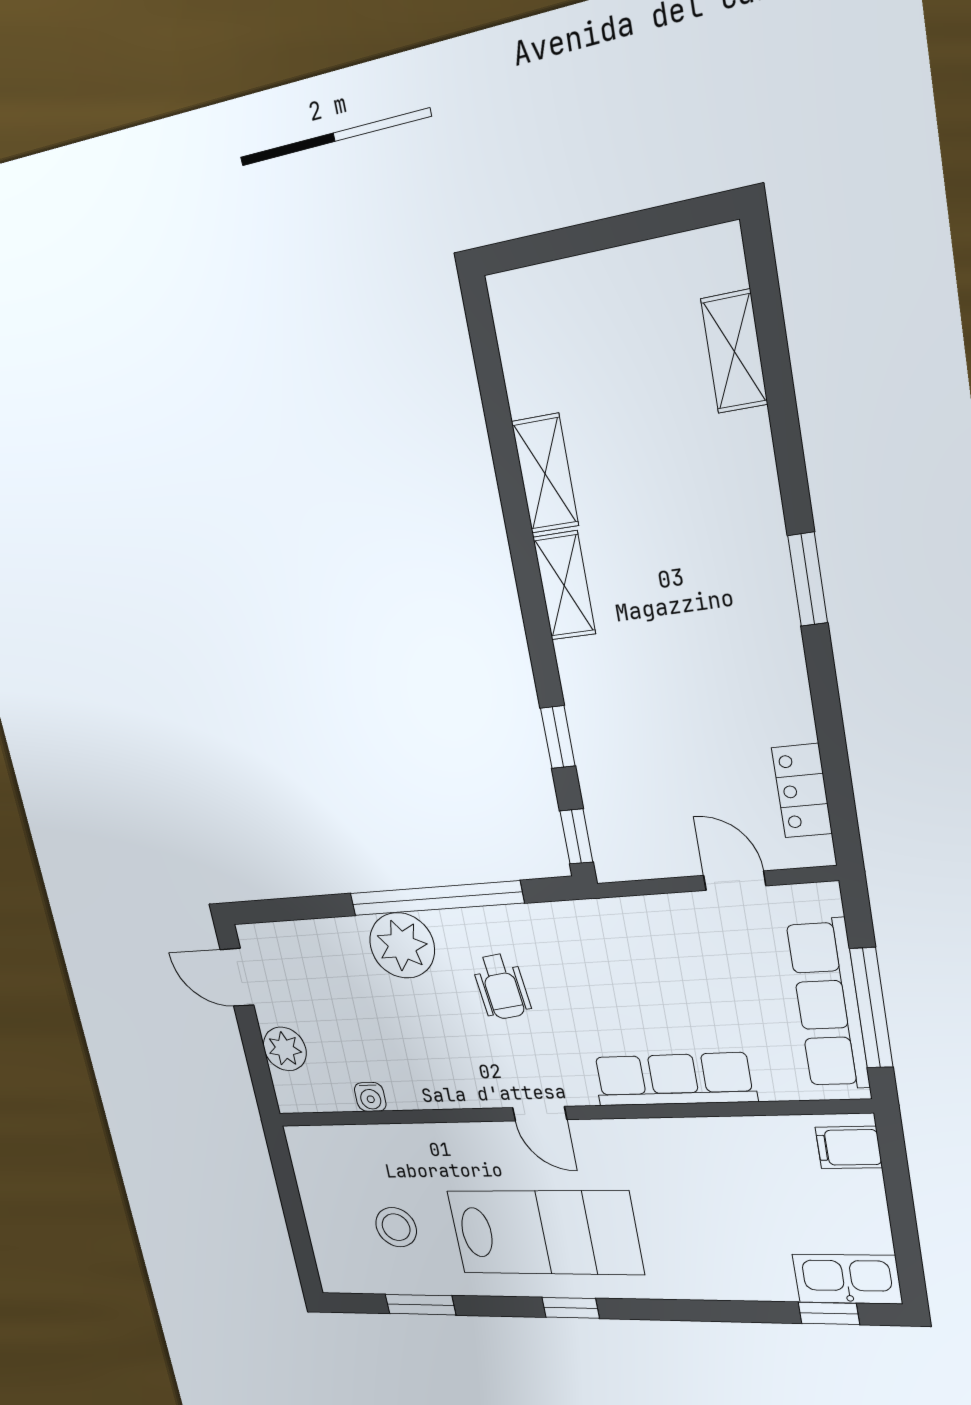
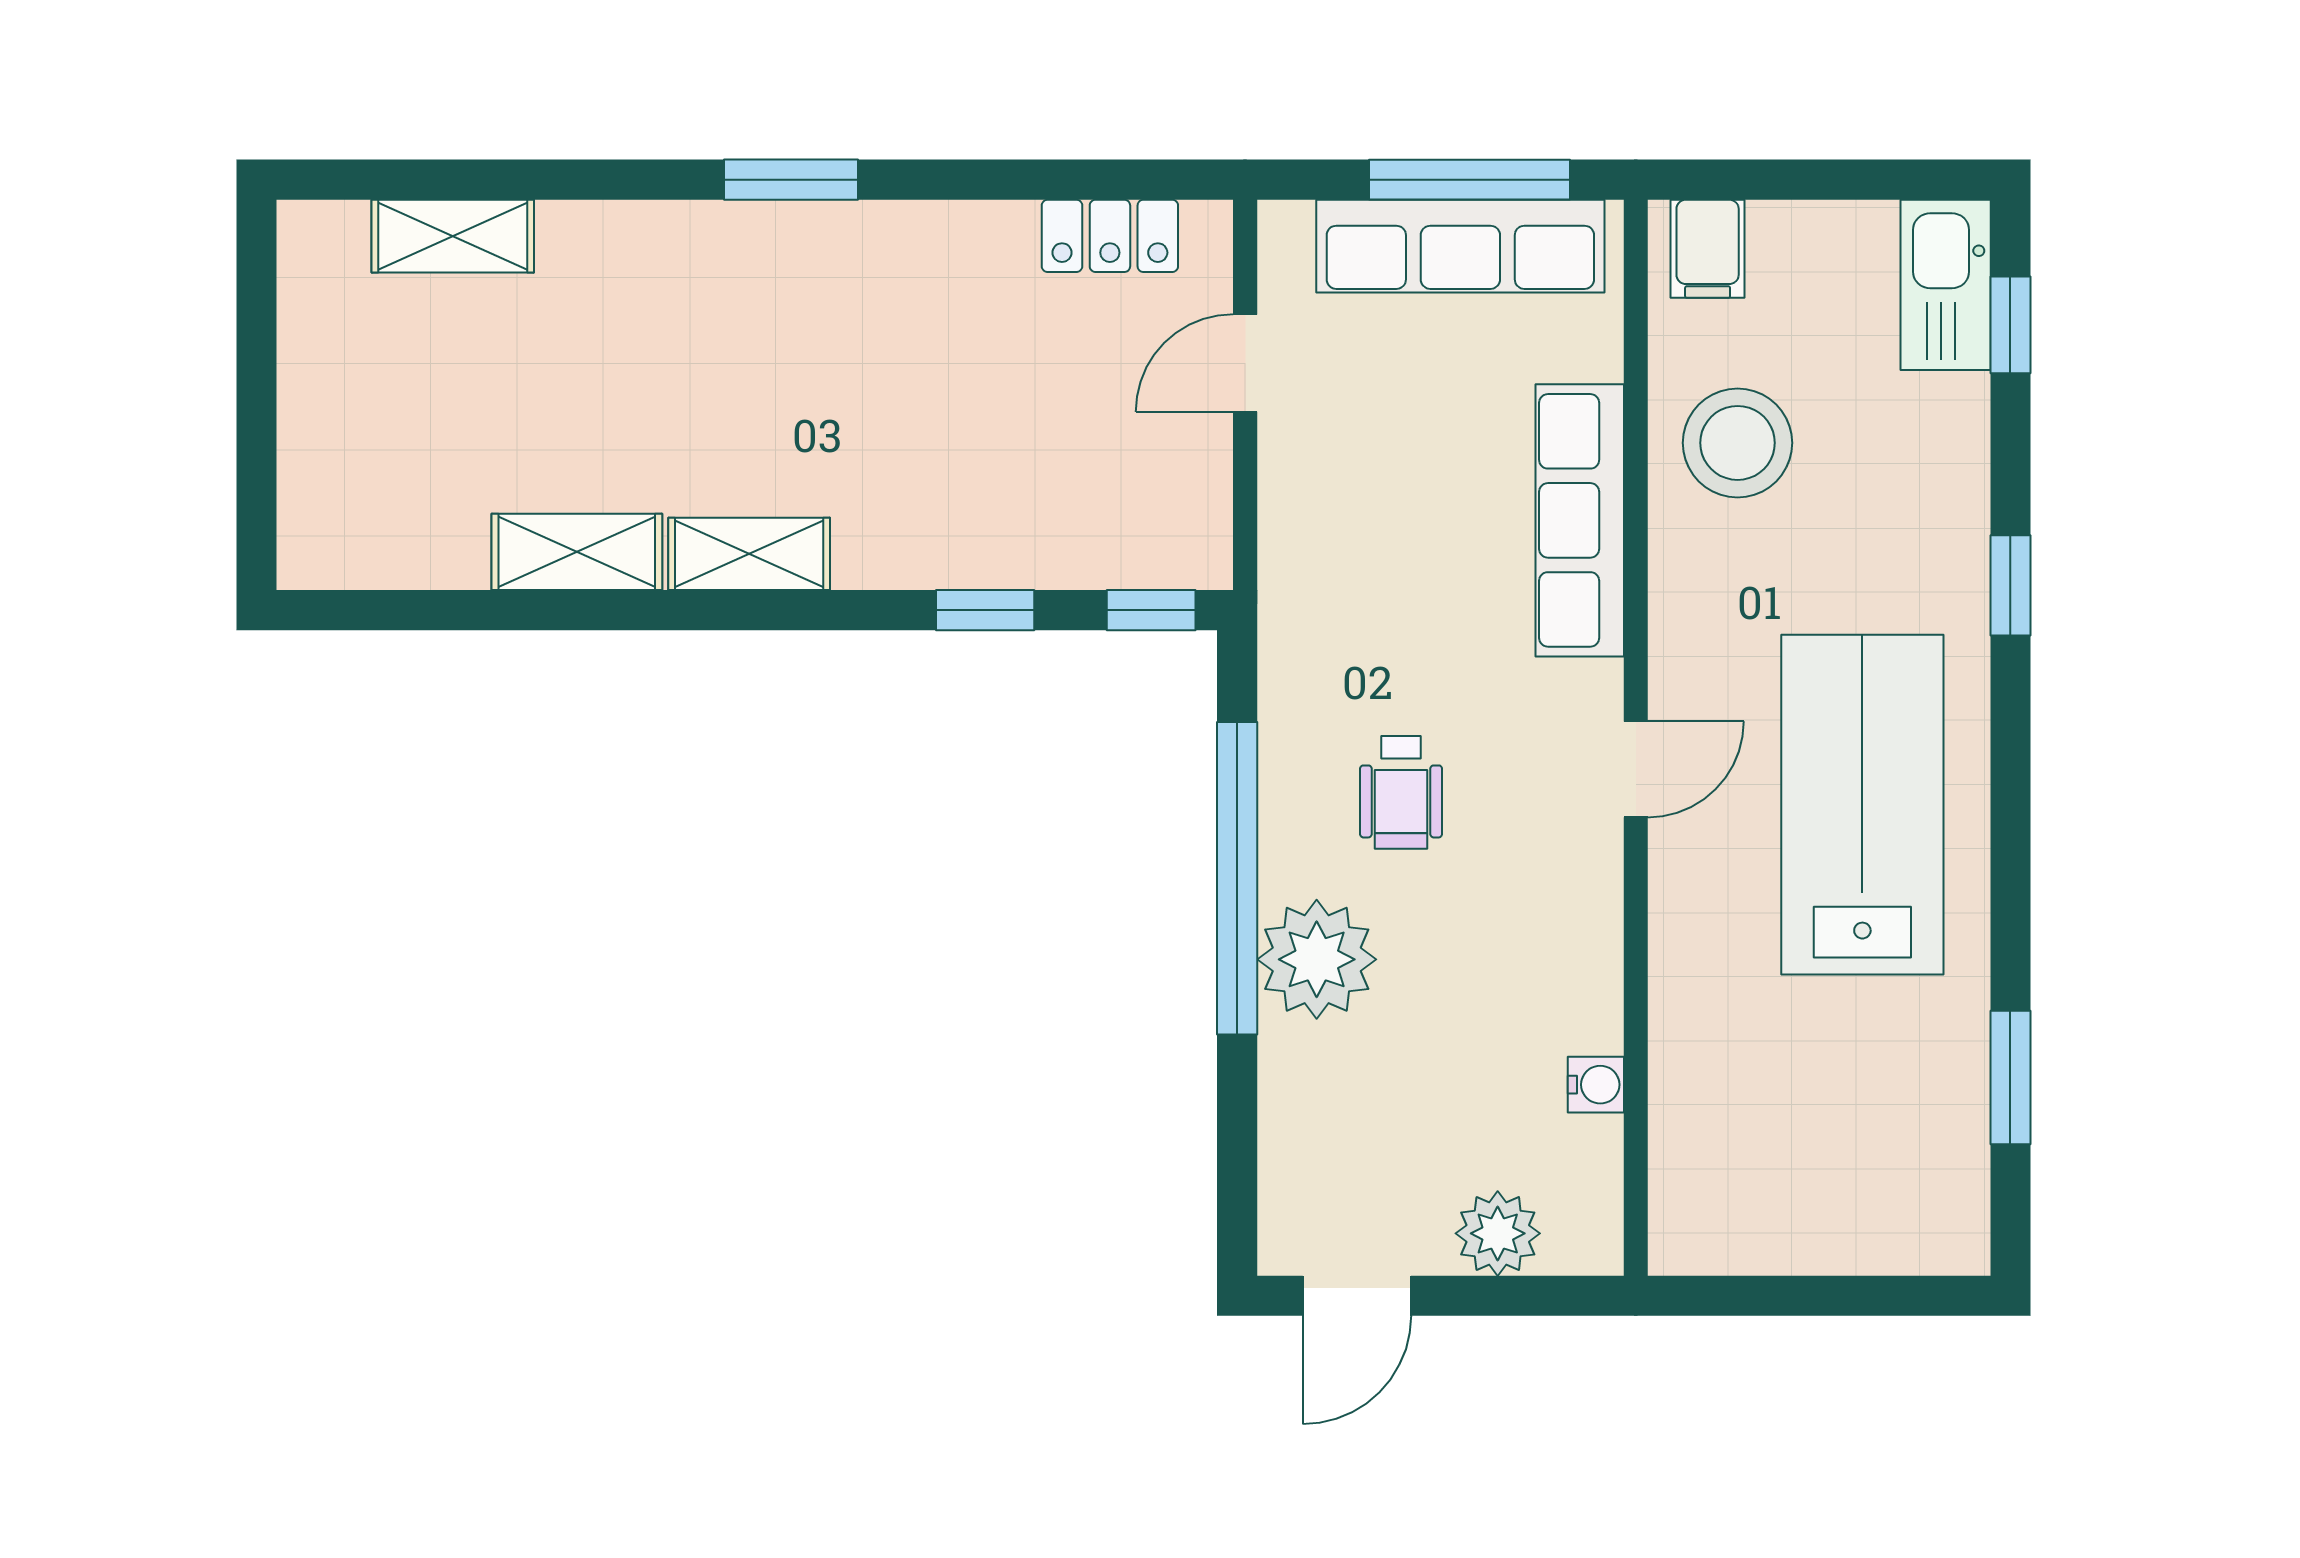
wheelchair: (501, 987) -> (1401, 792), turned 97
stool: (396, 1227) -> (1738, 443), moved, width x1.38, depth x1.38
window: (571, 1308) -> (2010, 585), moved

